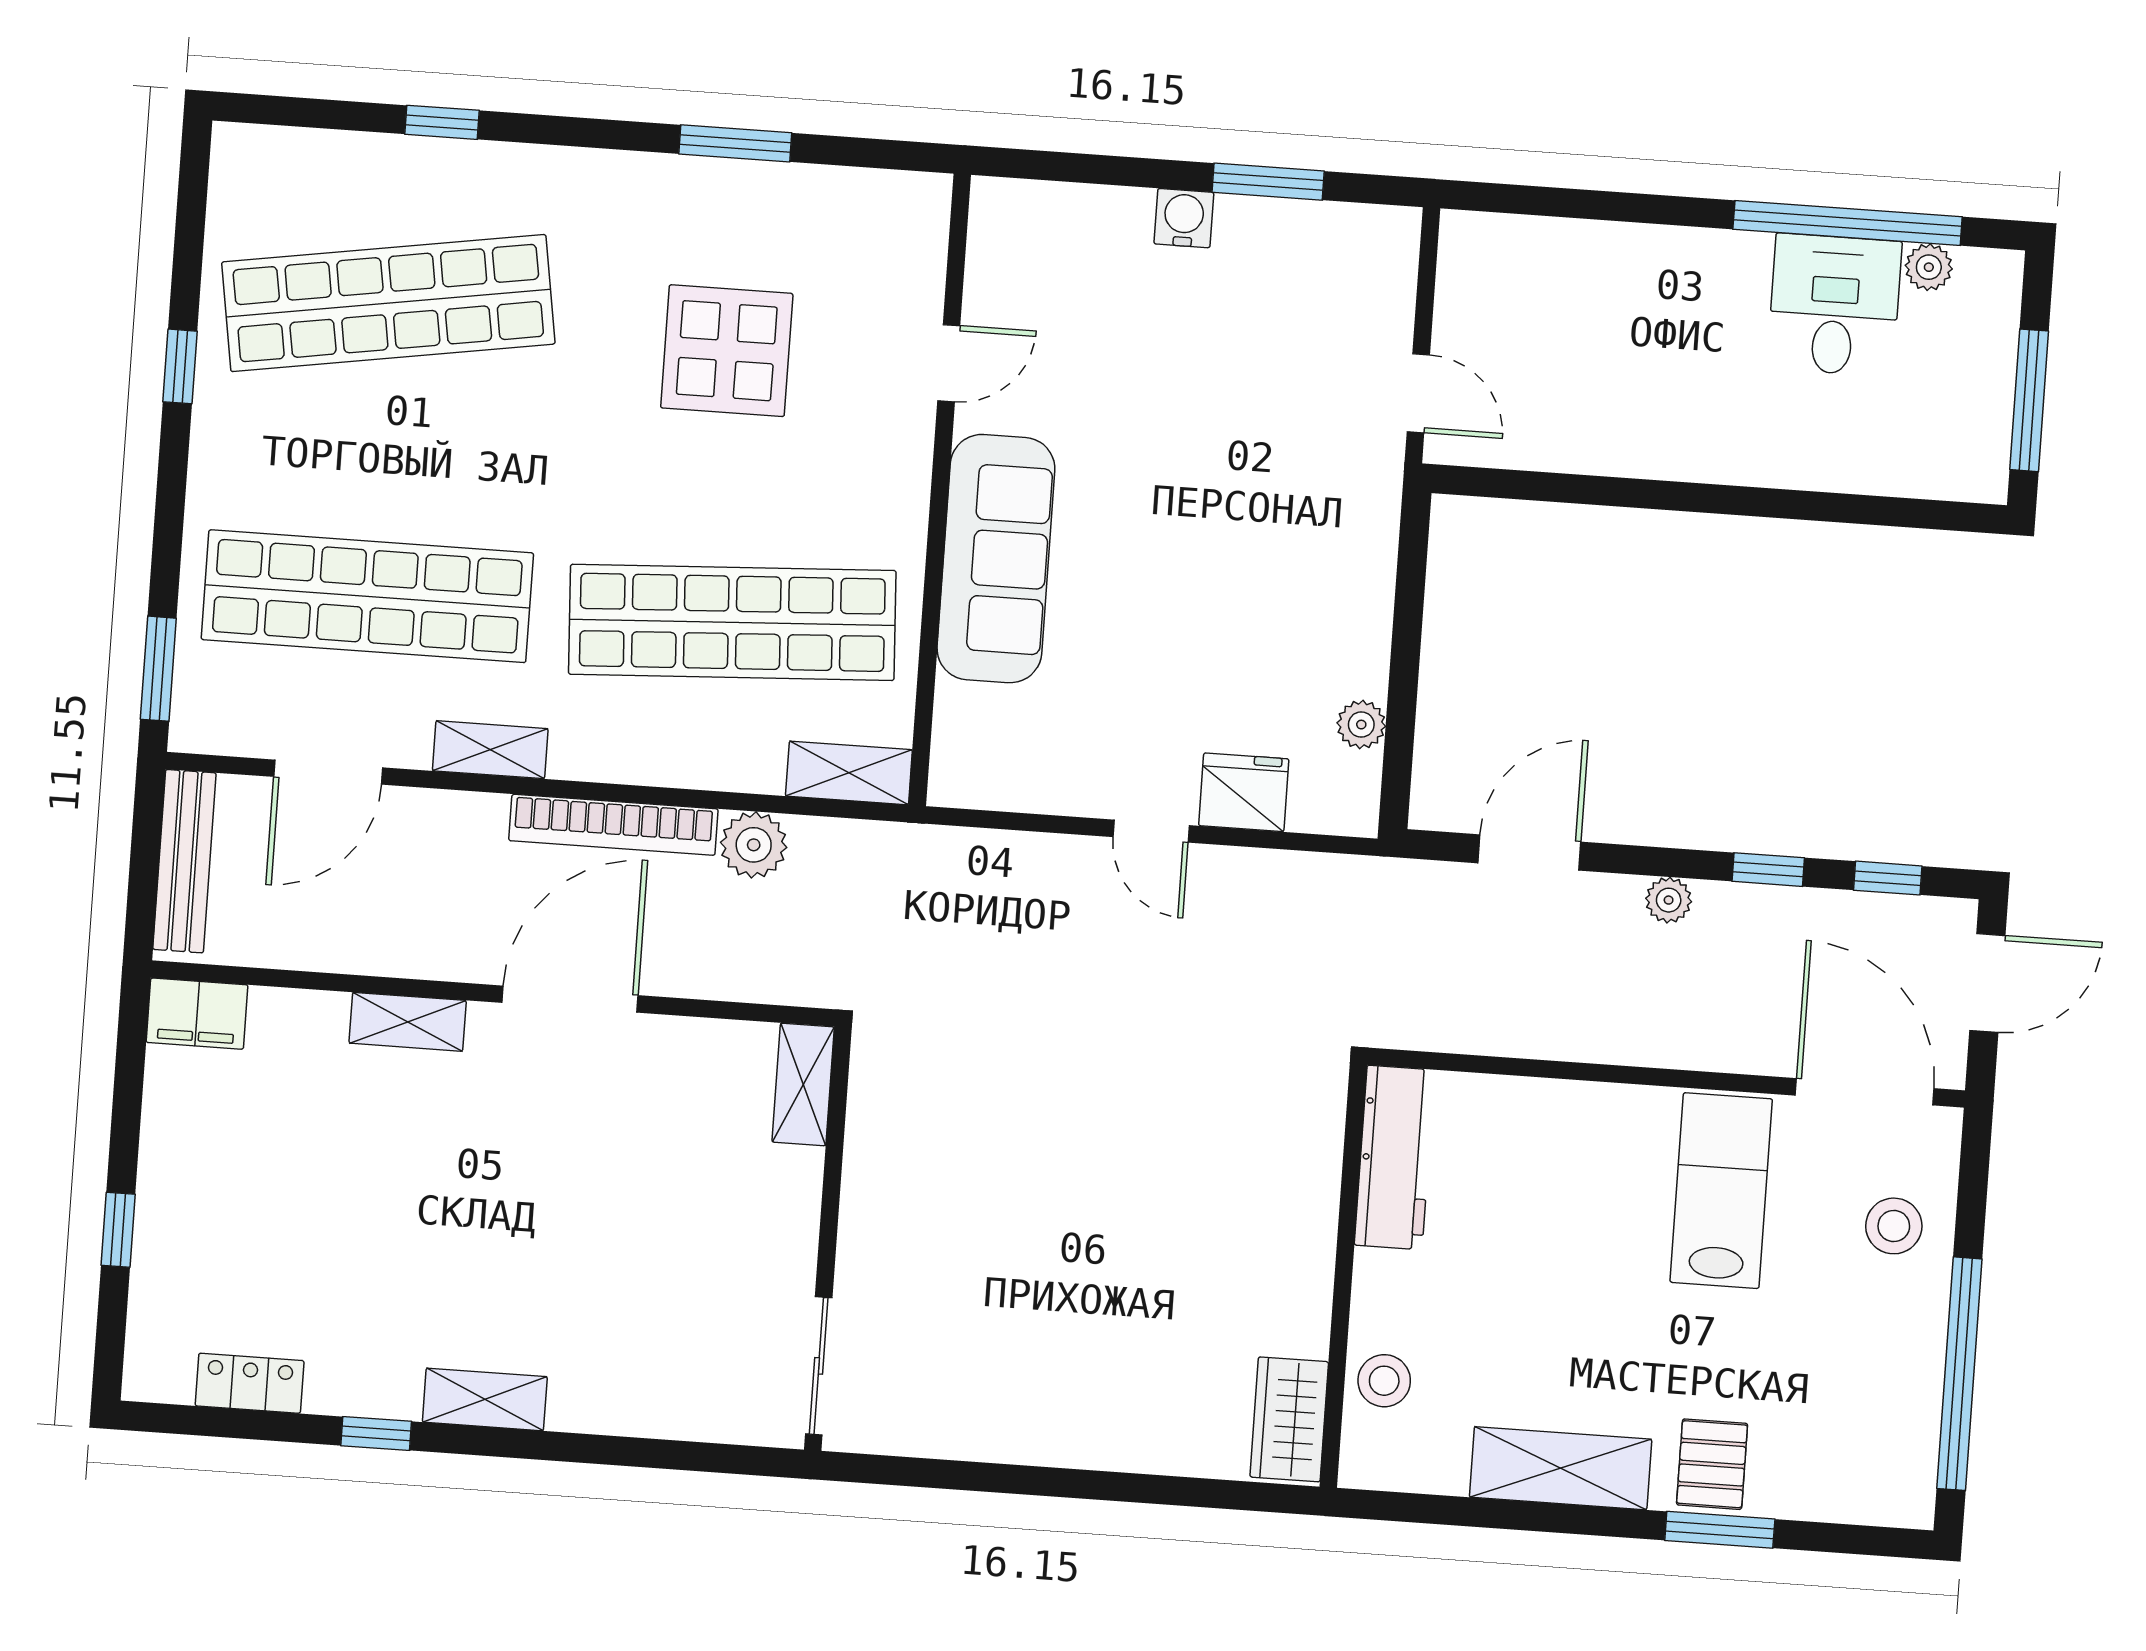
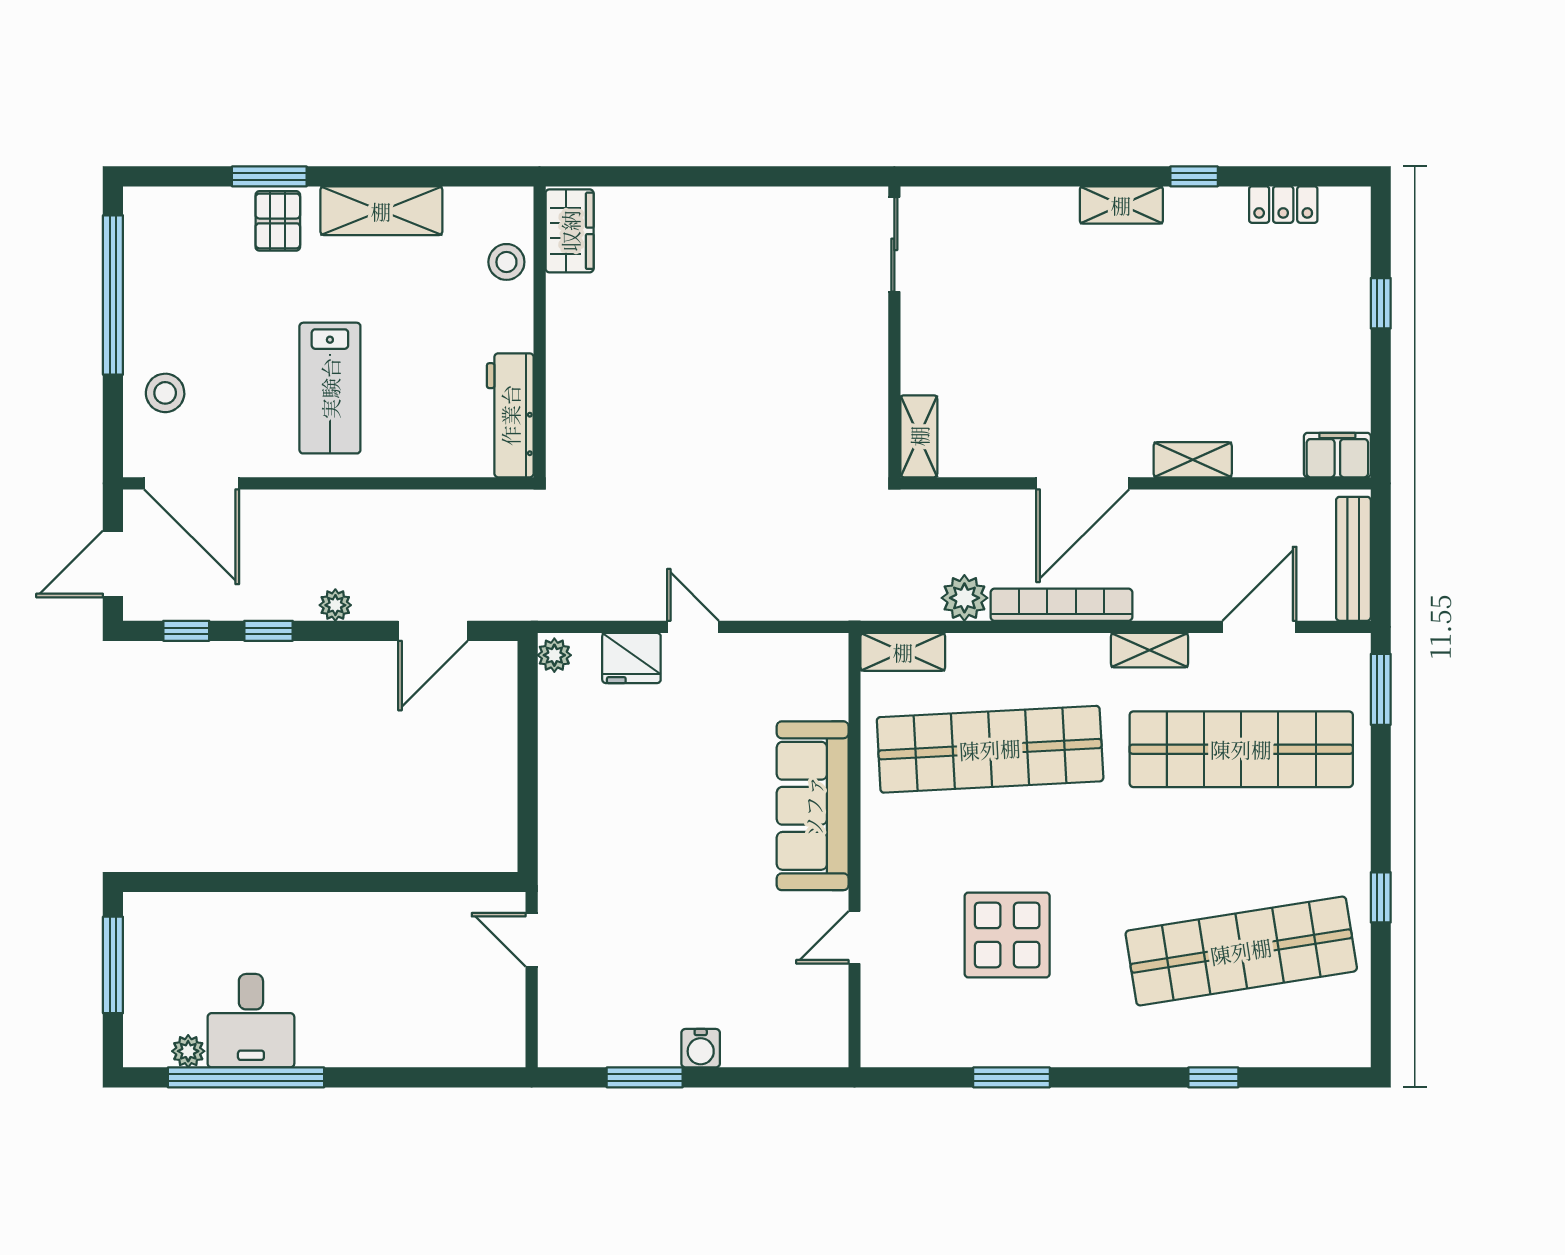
plant: (1361, 725) -> (554, 655), moved
lab bench: (1721, 1191) -> (330, 388), moved

